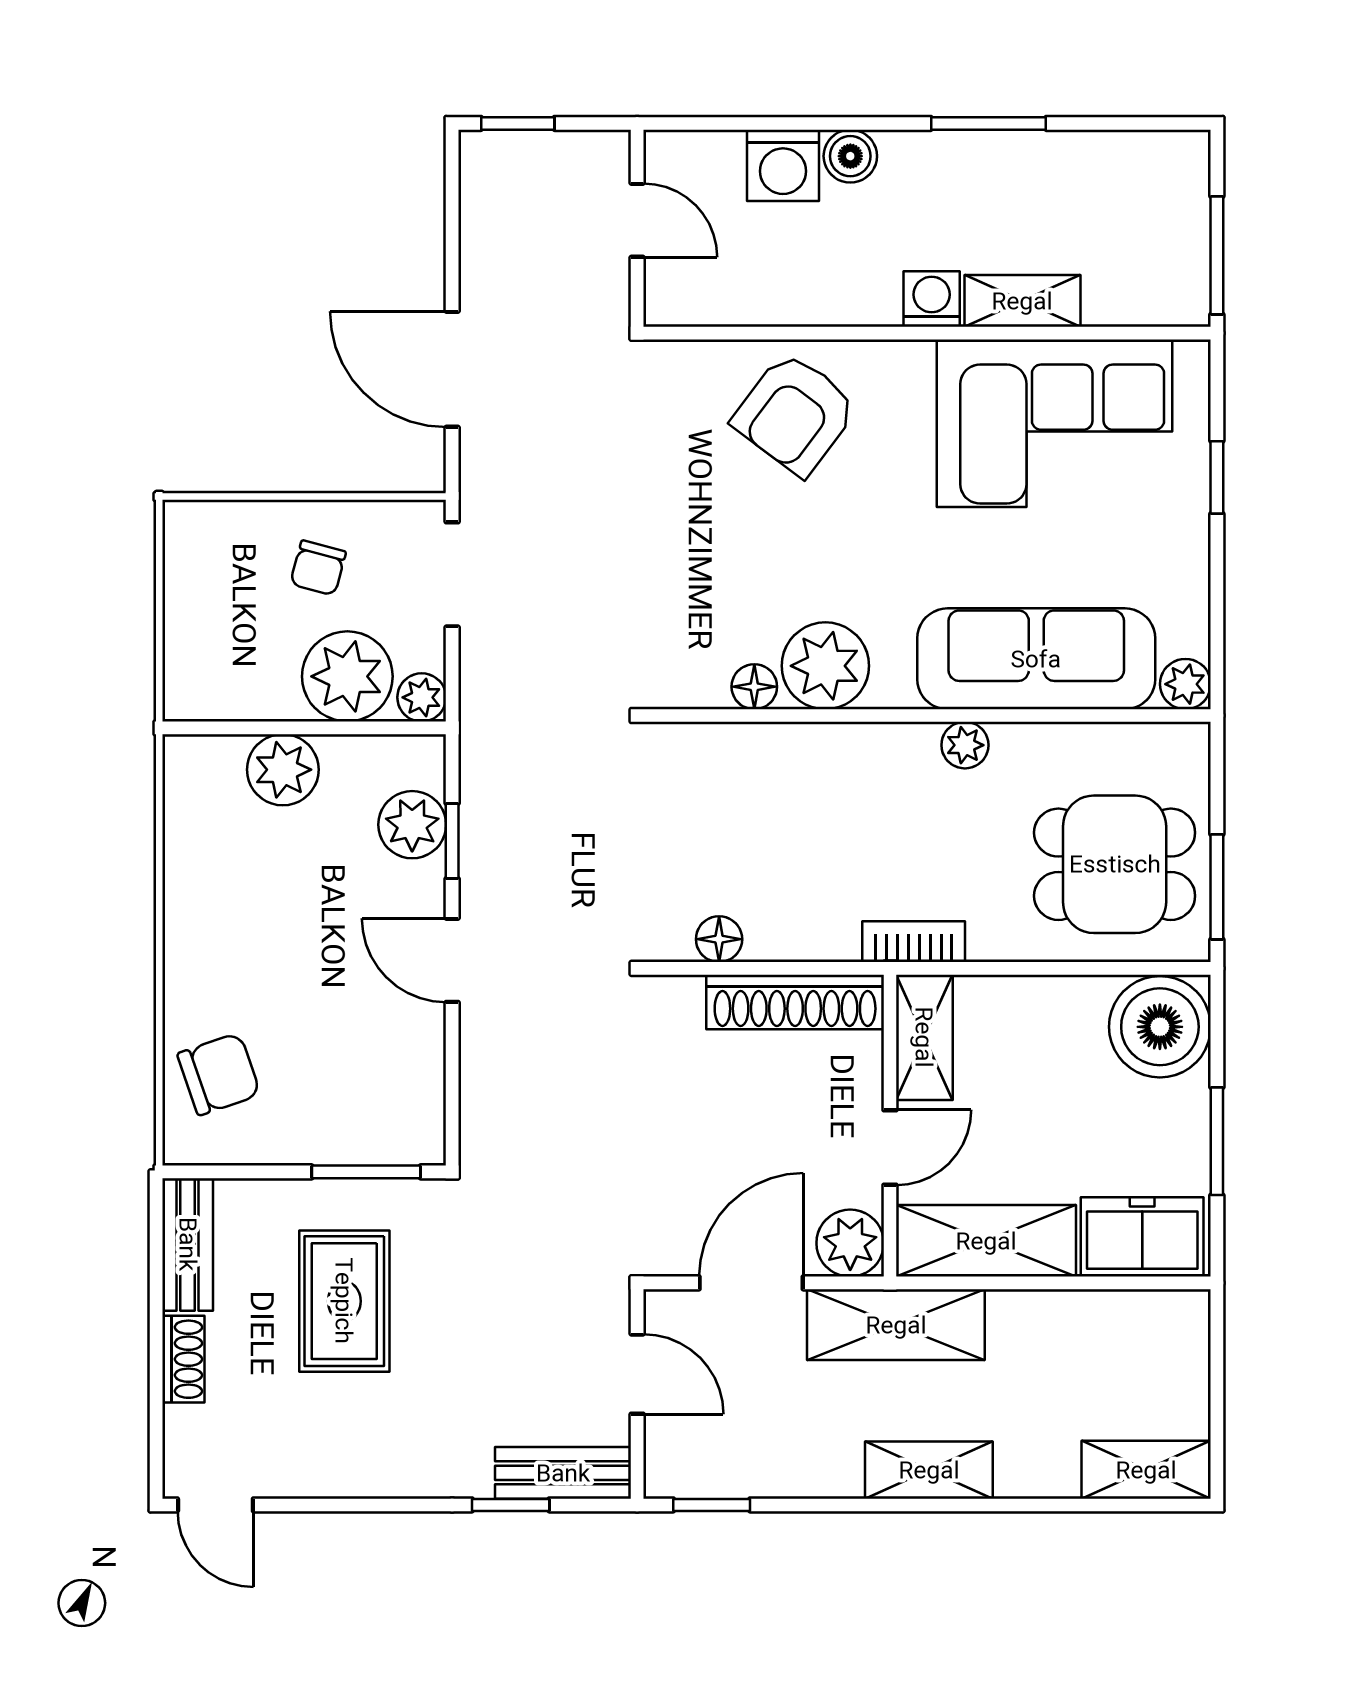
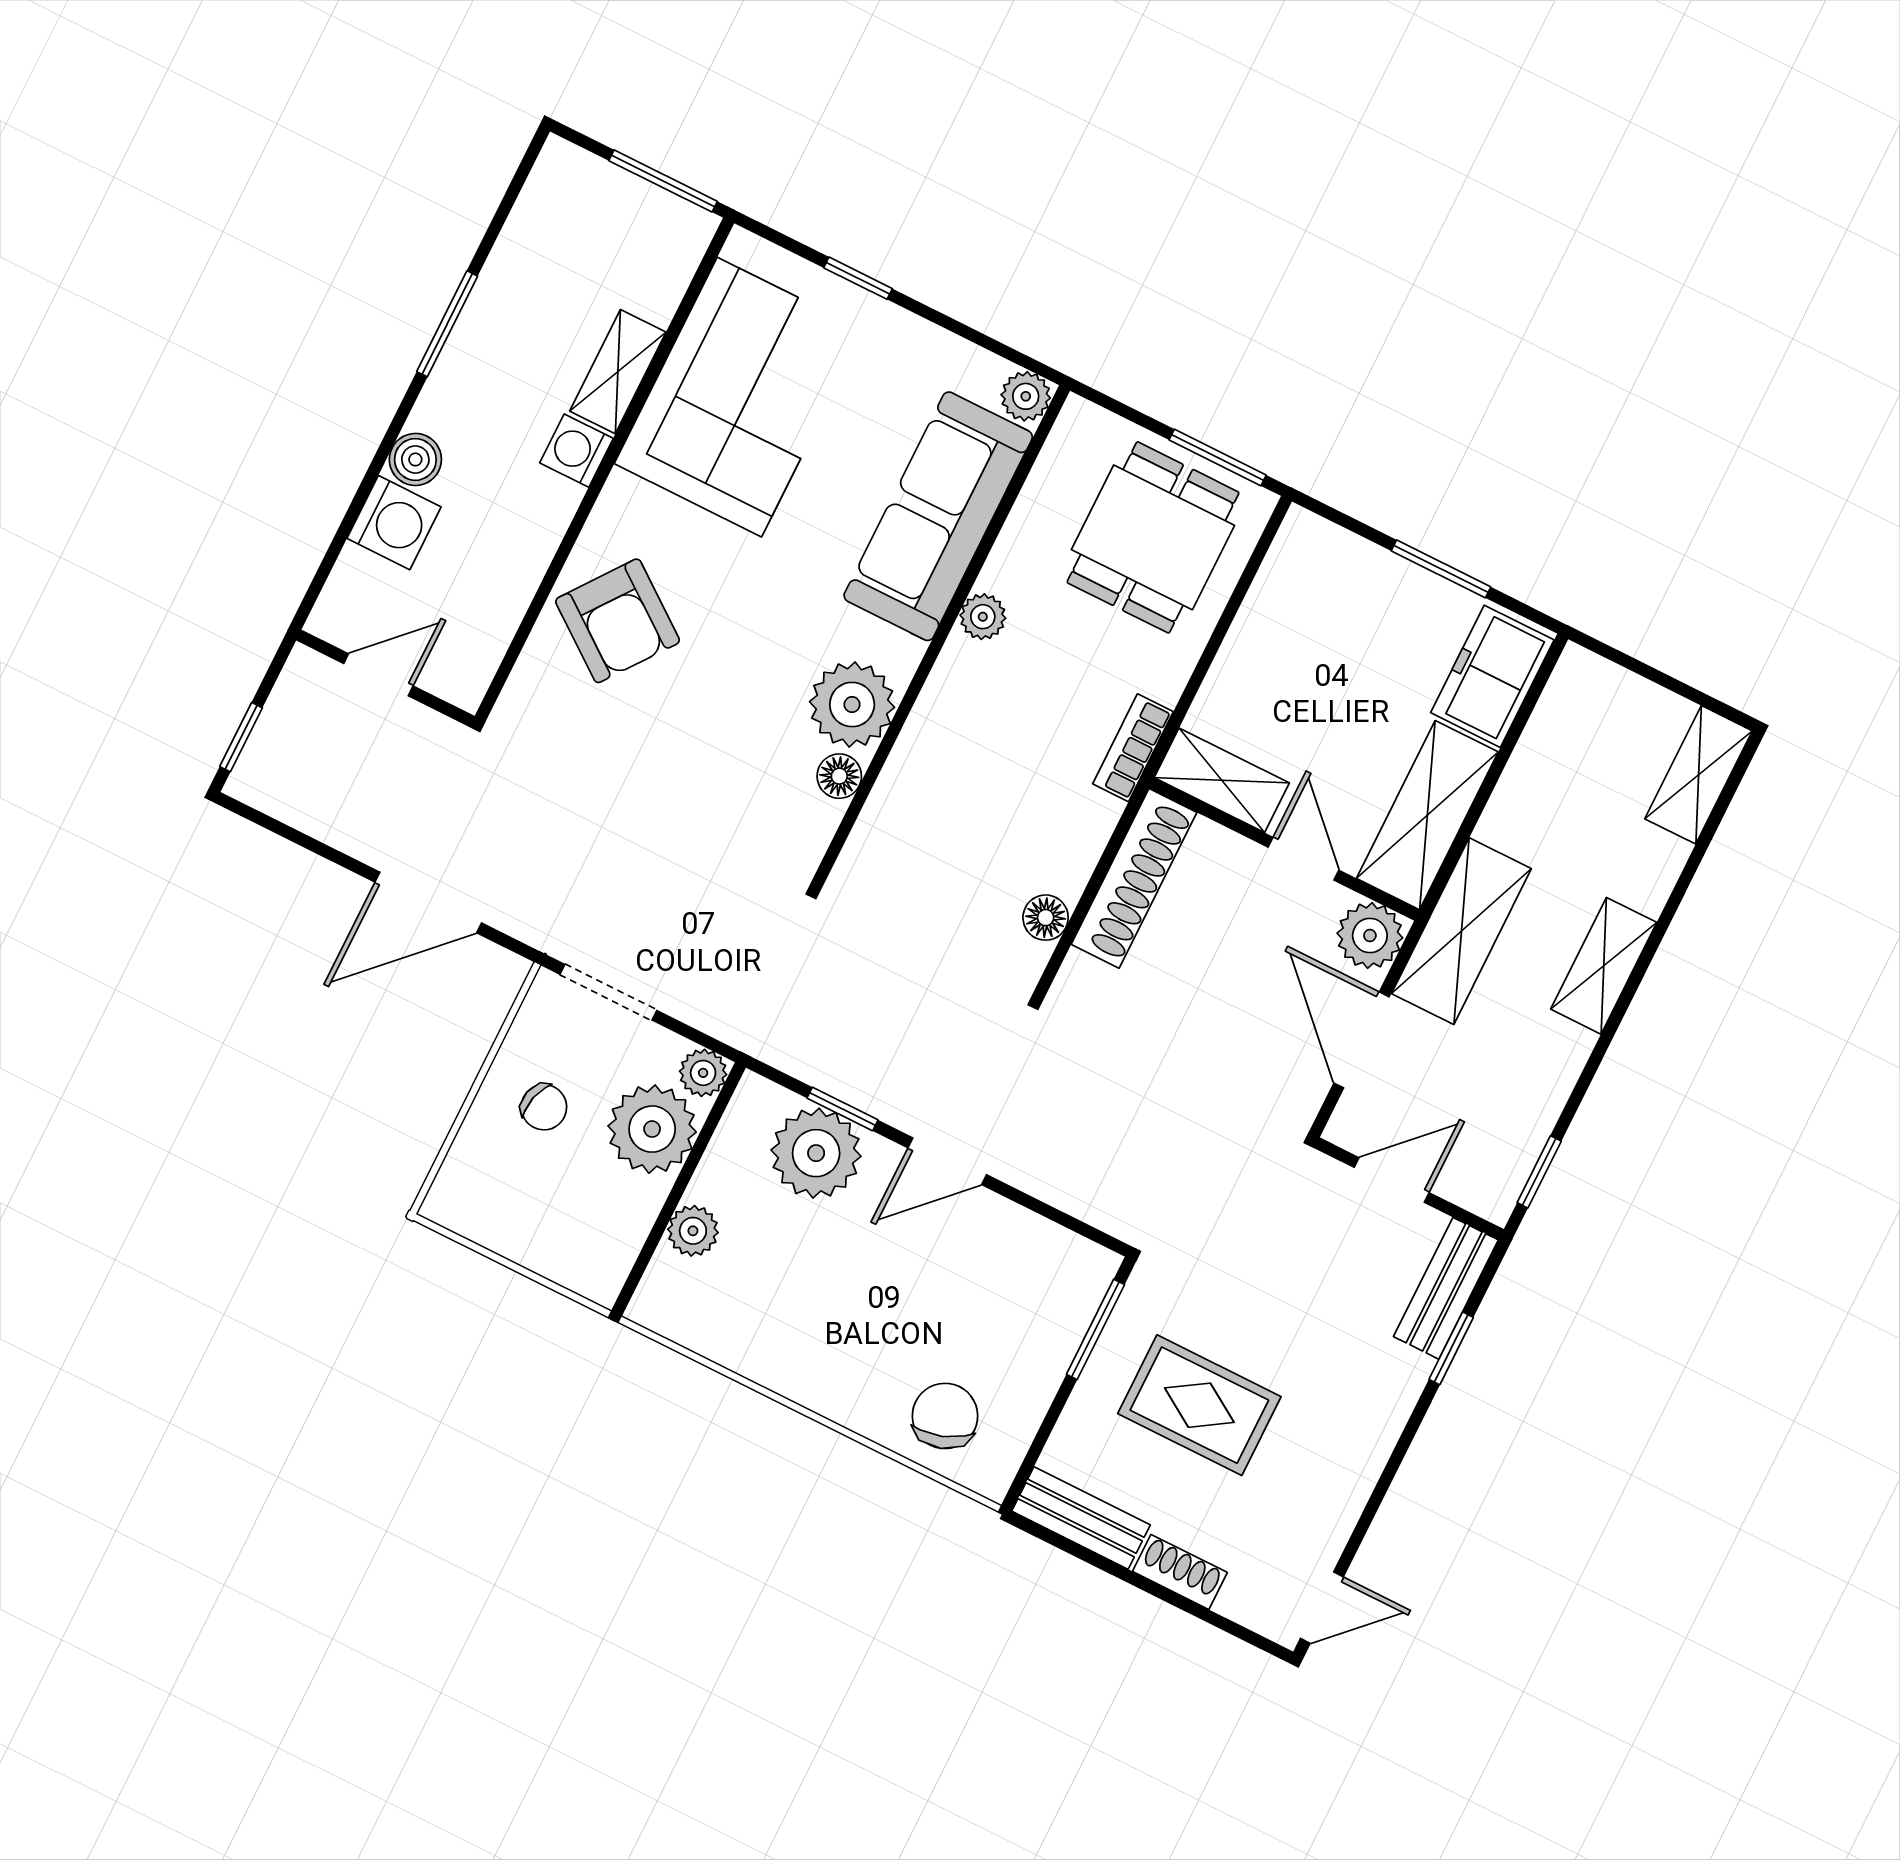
plant: (283, 770) -> (693, 1231), width x0.73, depth x0.73
plant: (412, 825) -> (816, 1153), width x1.36, depth x1.36
boiler: (1160, 1027) -> (1316, 569), removed

